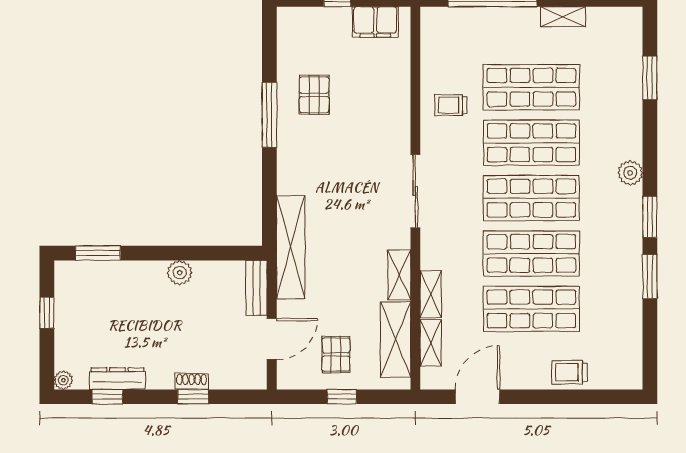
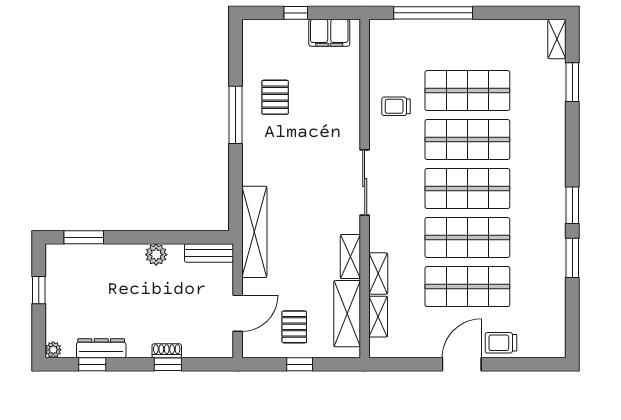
shelving: (563, 17) -> (557, 39), moved, turned 90
plant: (630, 173) -> (555, 166), removed
bench: (256, 288) -> (209, 253), moved, turned 90
door: (477, 397) -> (462, 364), moved

